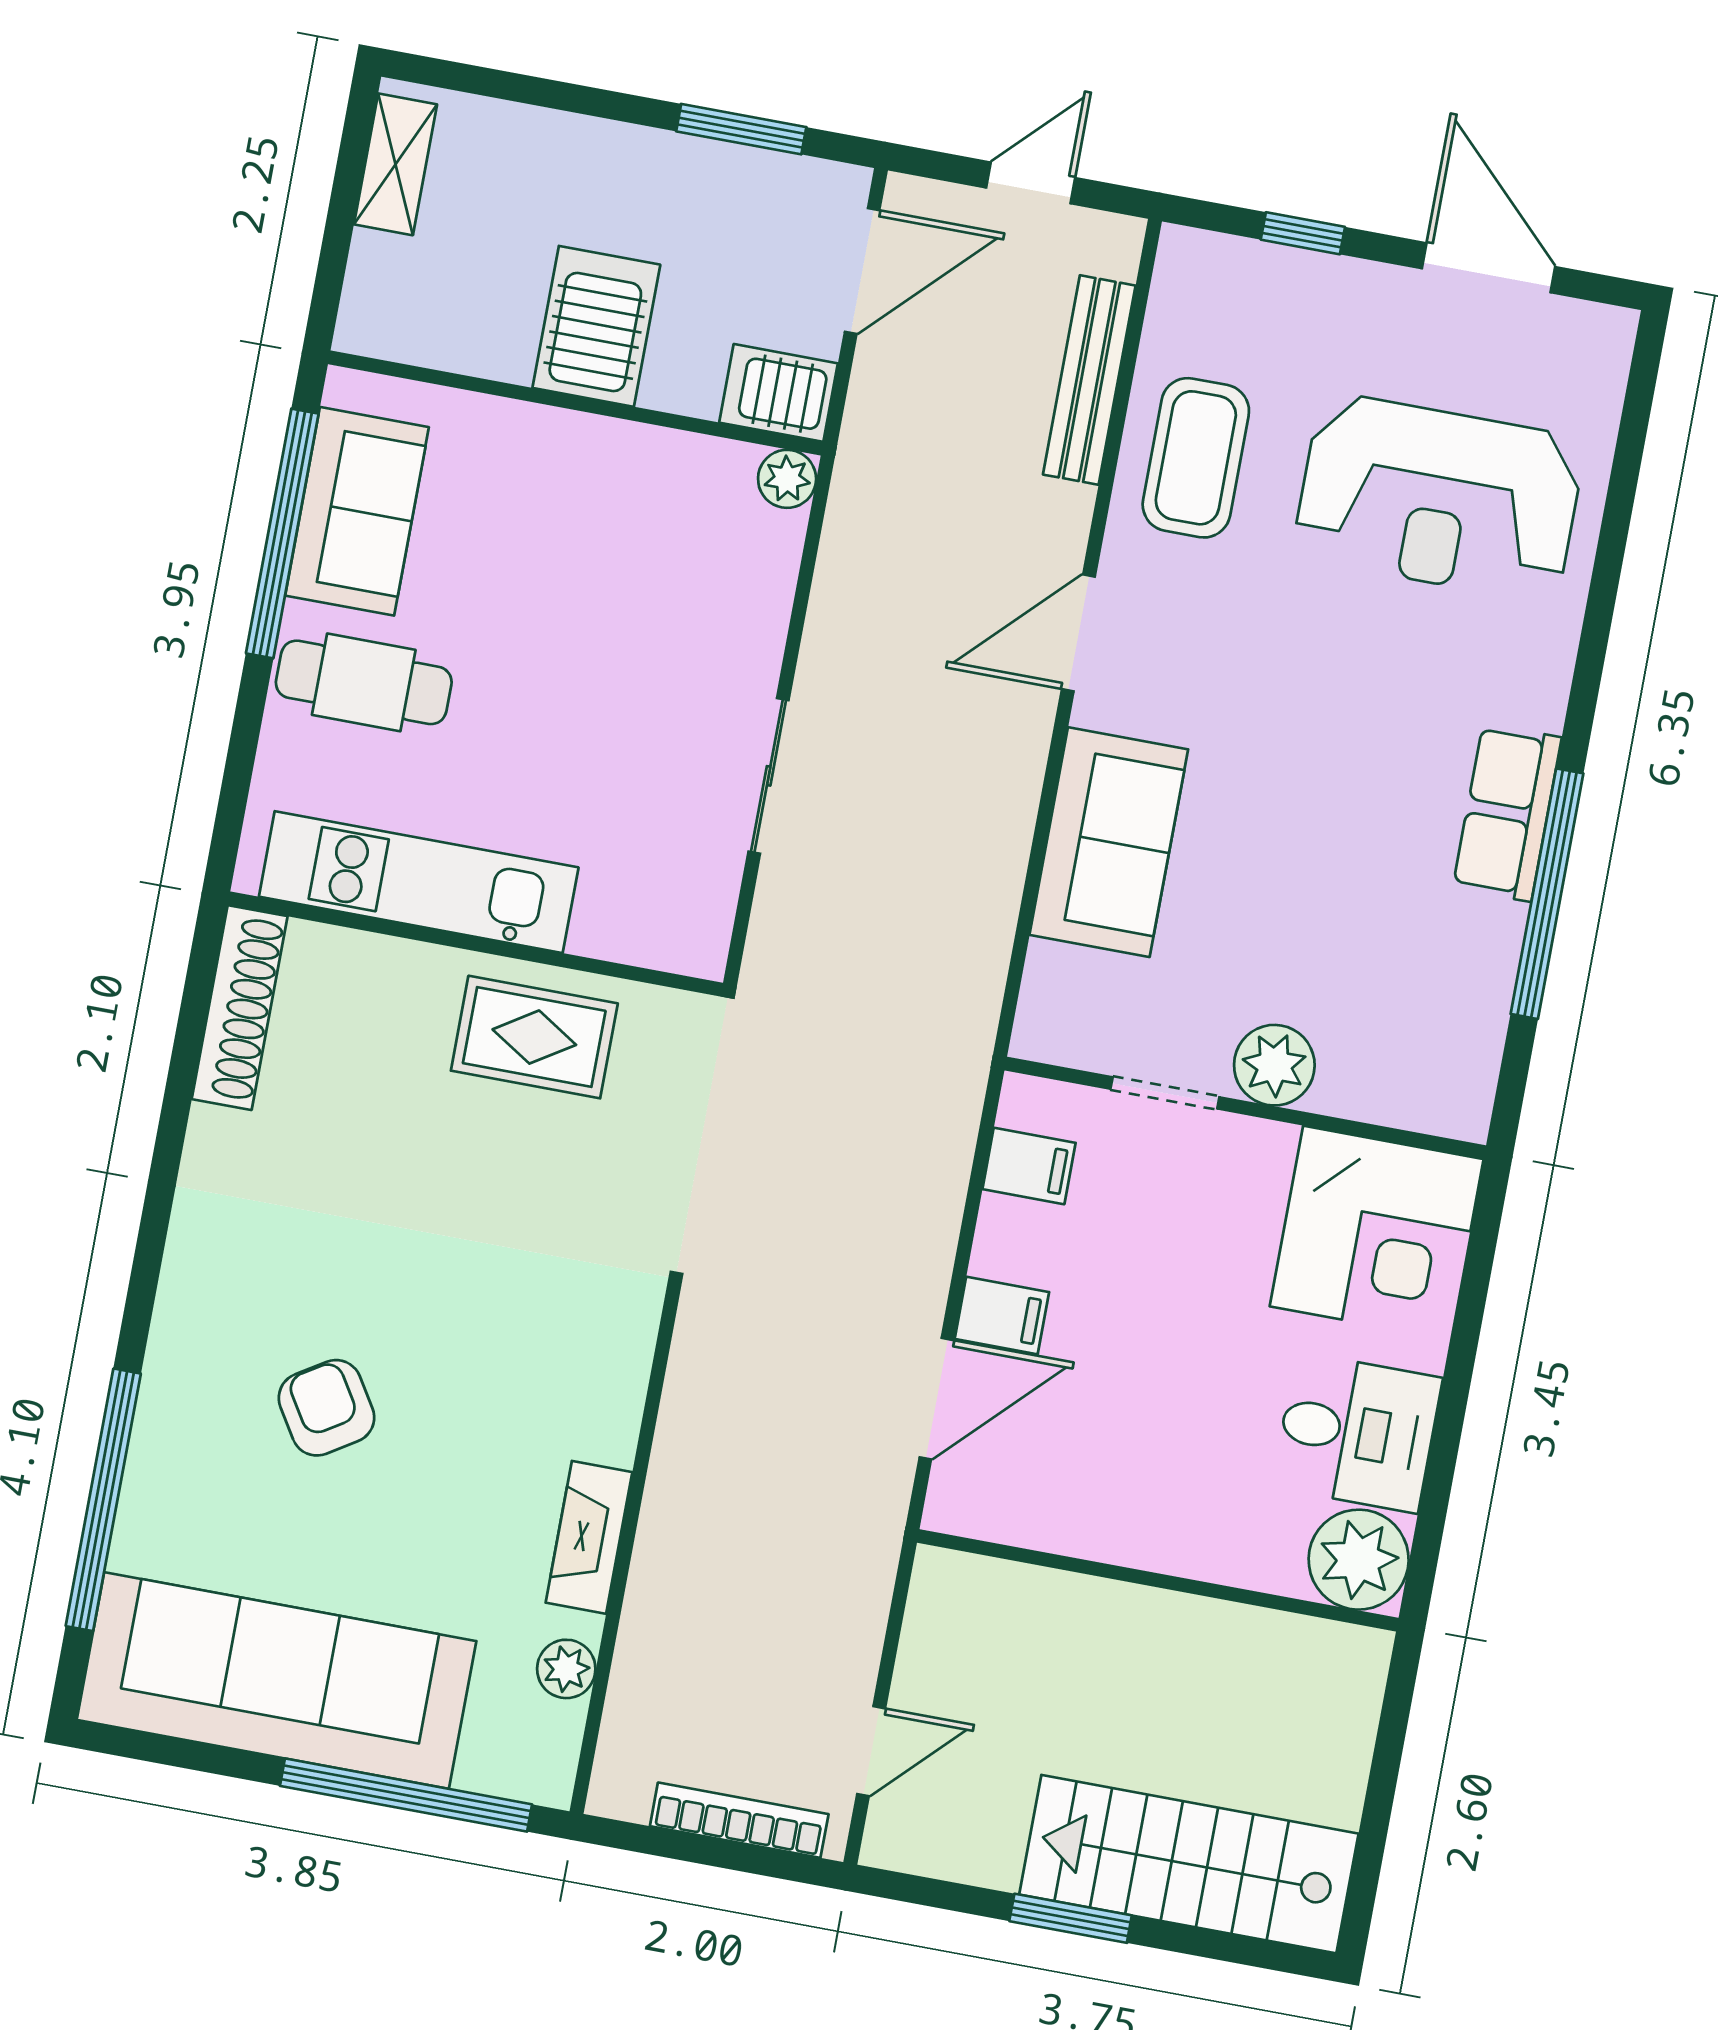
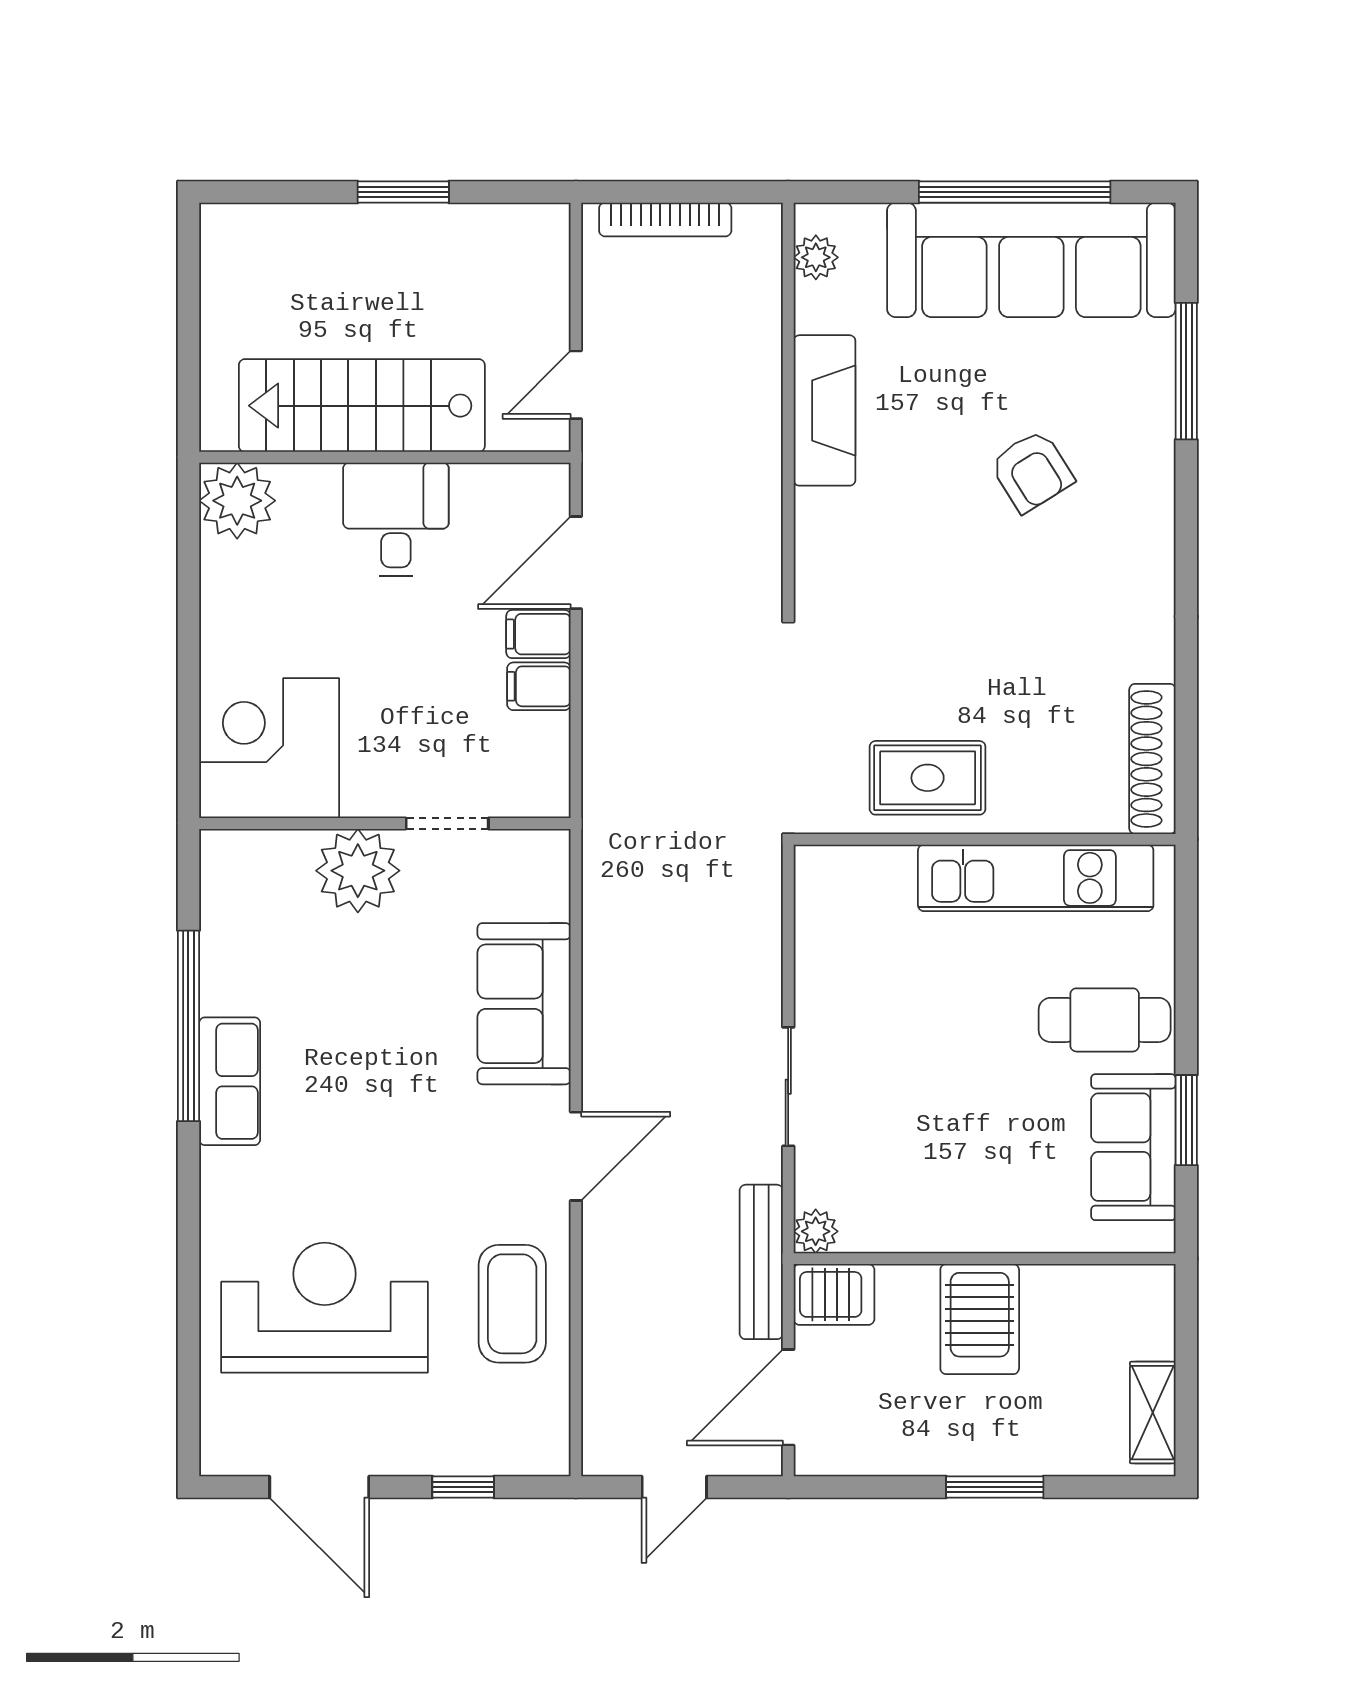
window: (741, 129) -> (995, 1487), moved
bench: (1089, 380) -> (761, 1262), moved
window: (282, 534) -> (1186, 1120), width x0.47
sliding door: (769, 776) -> (788, 1087), moved
plant: (1274, 1065) -> (358, 871), width x1.36, depth x1.36
filing cabinet: (1029, 1166) -> (539, 686), moved
desk: (1357, 1432) -> (396, 519), moved, turned 90
window: (103, 1500) -> (1186, 371), width x0.68
fireplace: (589, 1537) -> (824, 410), width x1.37, depth x1.32
plant: (566, 1669) -> (816, 257), moved
door: (871, 1751) -> (576, 385), moved
window: (406, 1795) -> (1015, 192), moved
stairs: (1189, 1864) -> (362, 406), moved, turned 180

